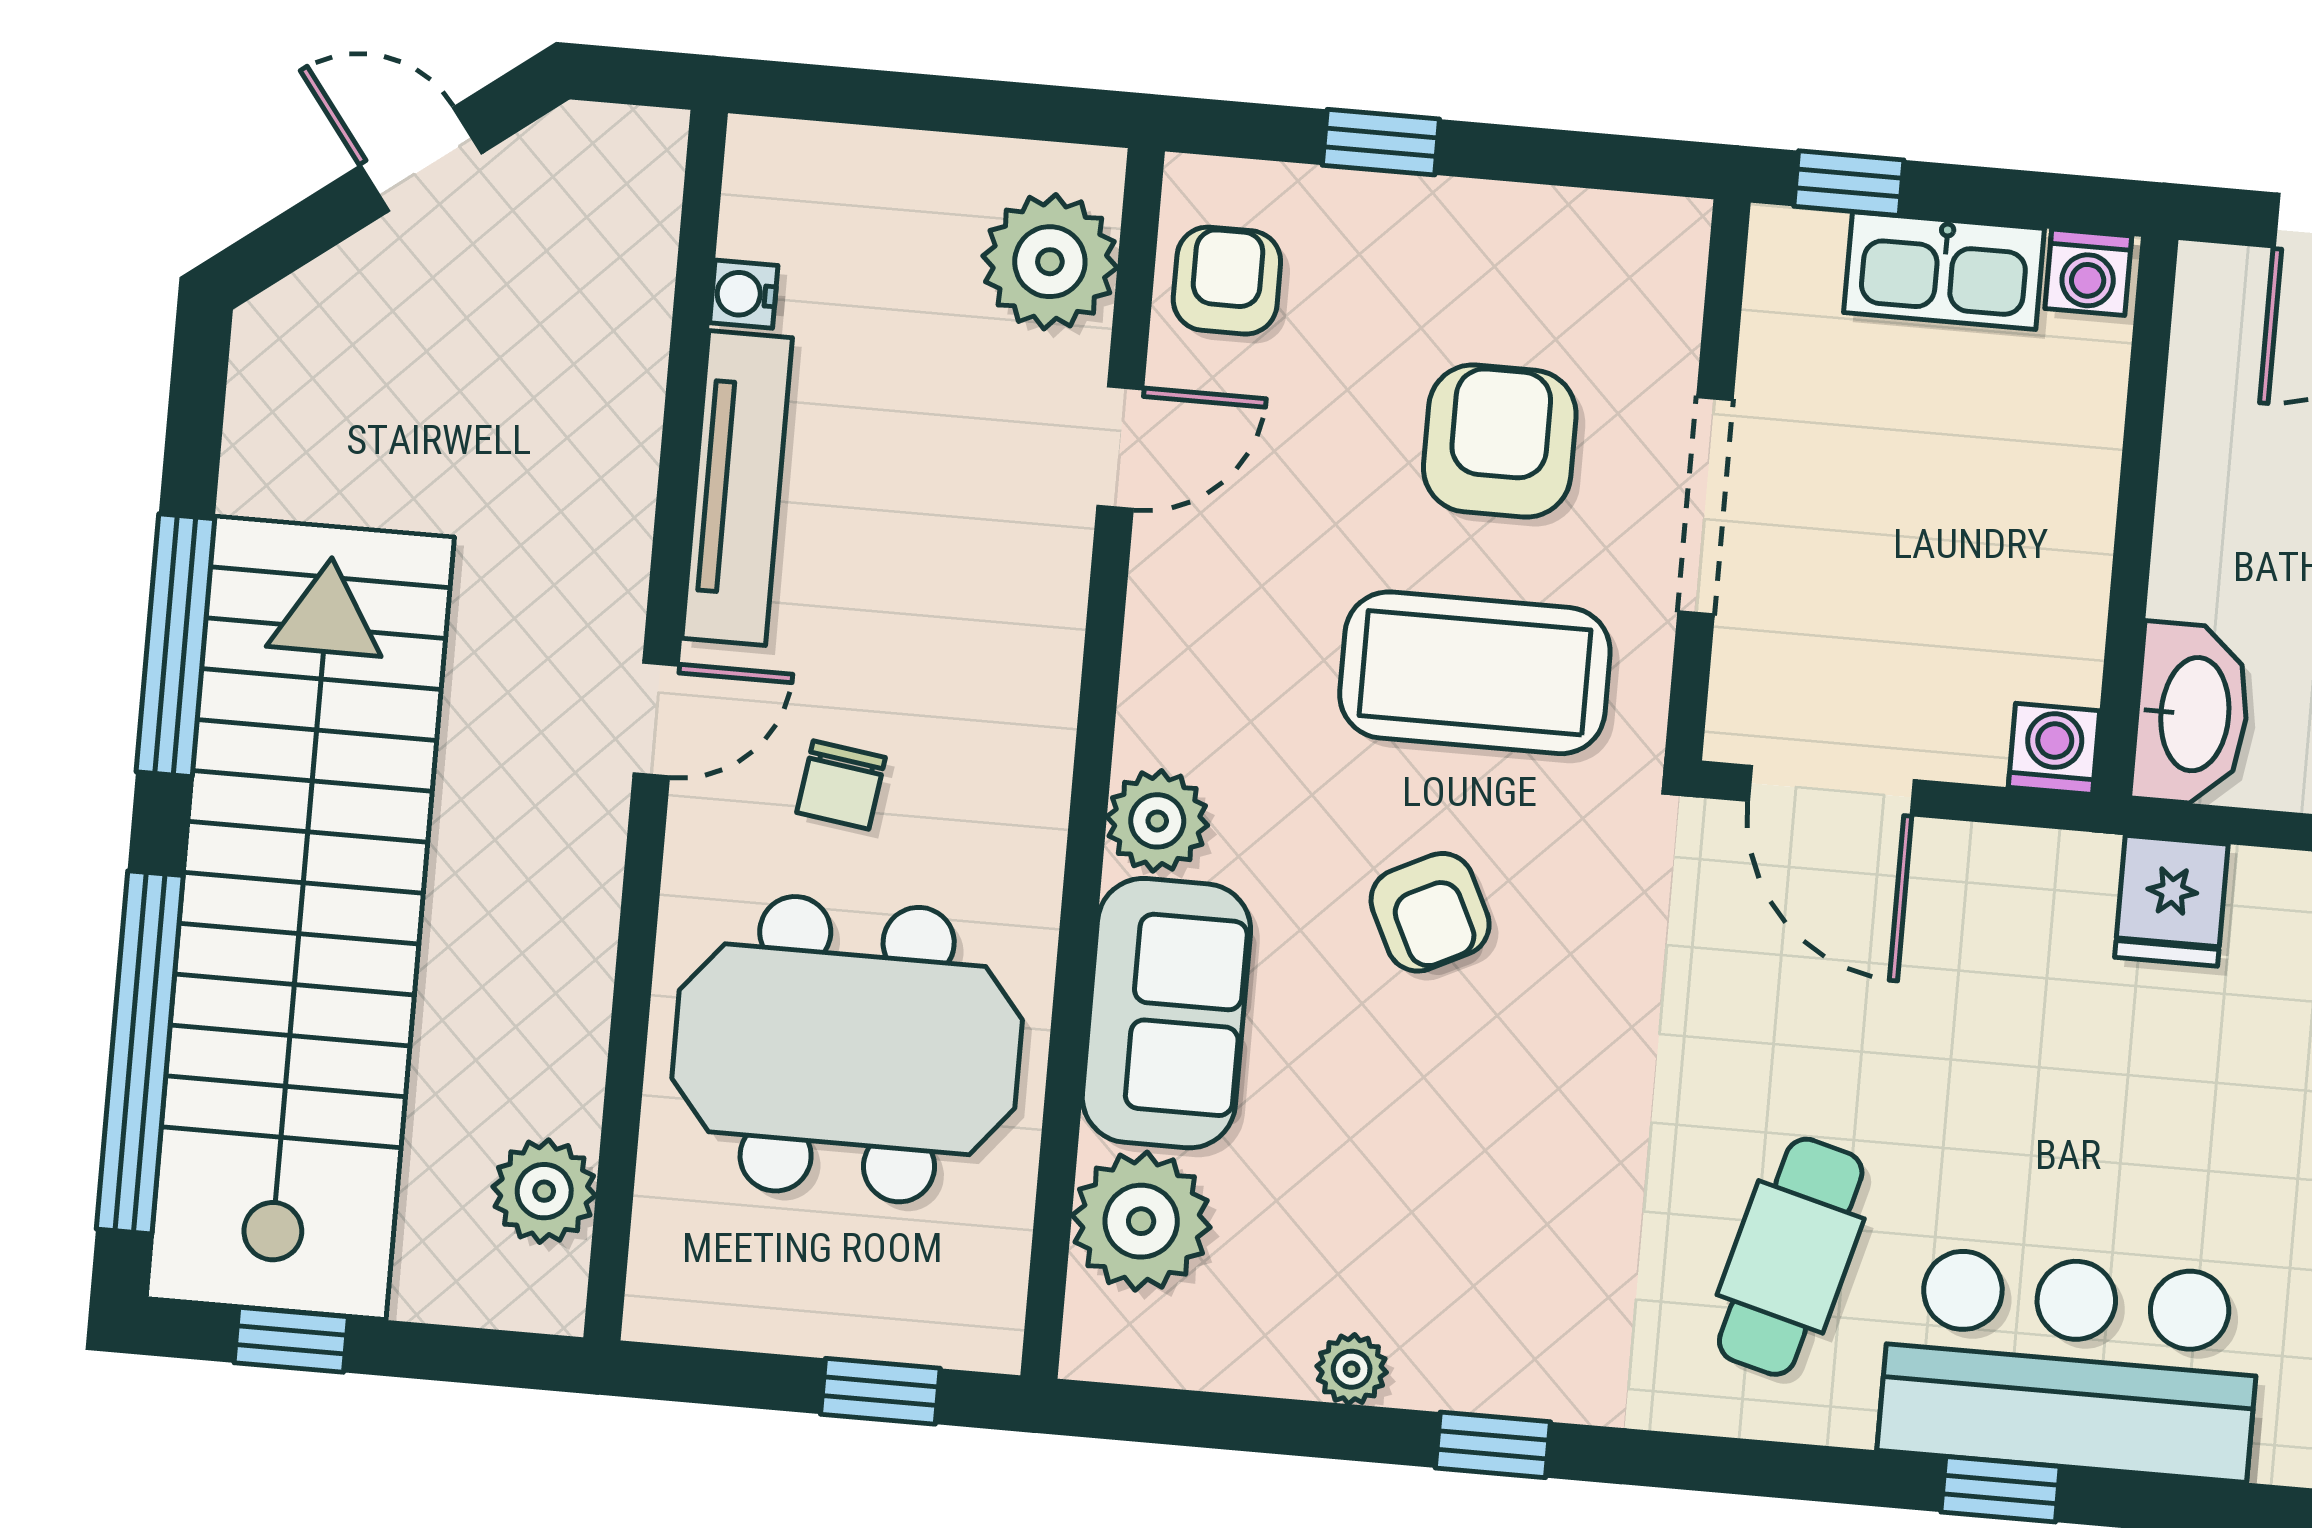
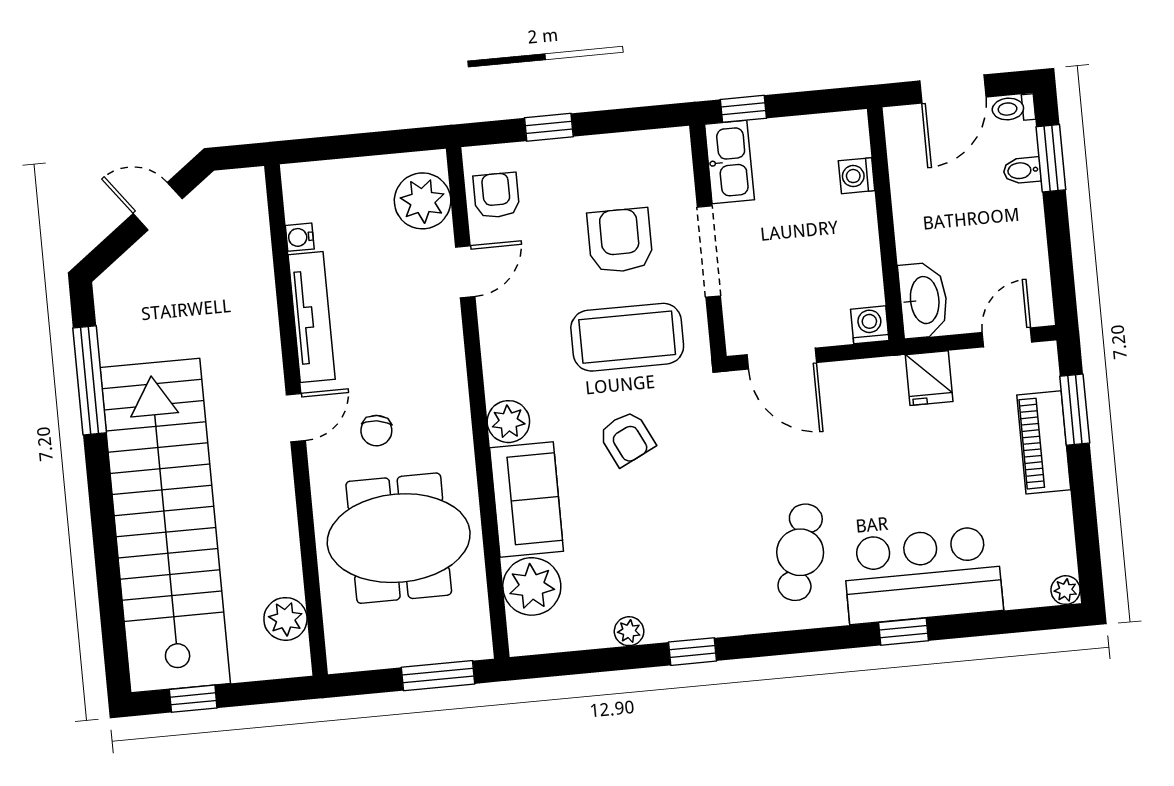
kitchen sink: (1944, 271) -> (729, 162), moved, turned -90
washing machine: (2088, 272) -> (857, 176), moved, turned 90
window: (175, 645) -> (90, 380), moved
window: (140, 1052) -> (110, 593), removed
window: (880, 1391) -> (438, 676), width x1.50

